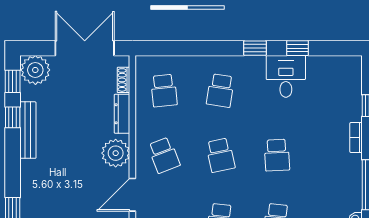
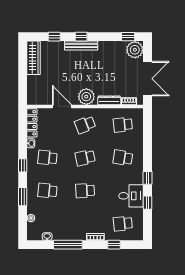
school desk: (333, 90) -> (123, 224), added
window: (13, 117) -> (81, 37), moved
bench: (28, 130) -> (81, 45), moved

